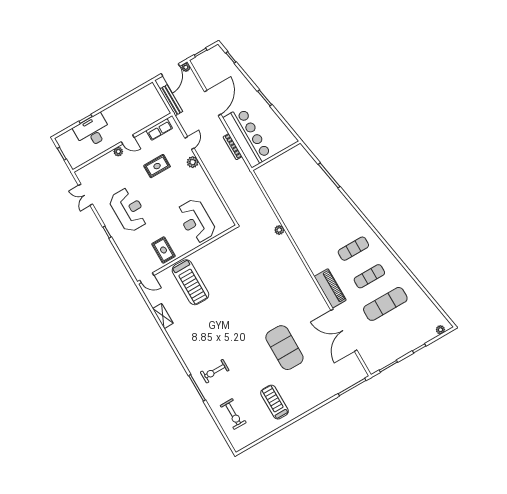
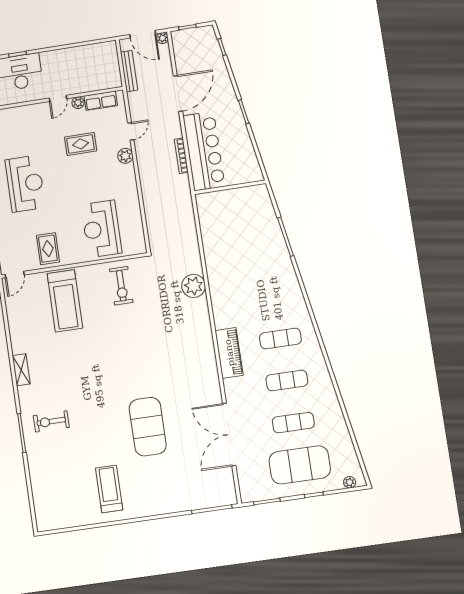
door: (170, 70) -> (143, 34), hinge flipped
door: (128, 140) -> (58, 98), hinge flipped
plant: (118, 152) -> (78, 103), moved
plant: (279, 230) -> (194, 286), width x1.88, depth x1.88
door: (147, 278) -> (15, 275), hinge flipped
piano: (330, 288) -> (229, 353), moved
exercise mat: (385, 304) -> (293, 423), width x0.73, depth x0.69
shelving: (163, 316) -> (21, 370), moved
exercise mat: (401, 332) -> (300, 465), added
exercise bike: (233, 414) -> (121, 286), moved

